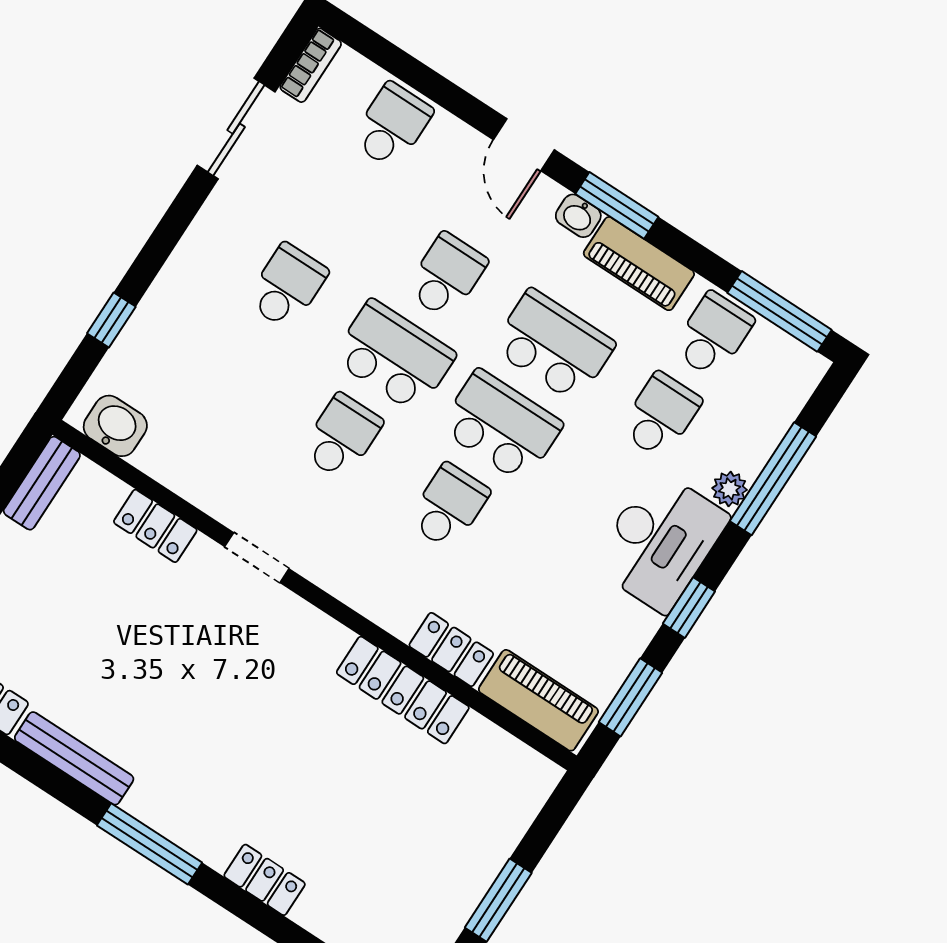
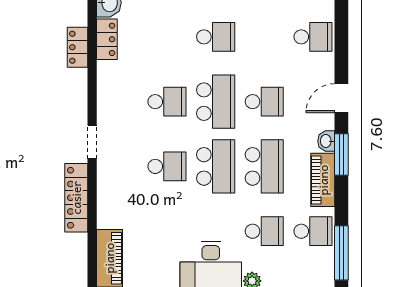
doorway: (257, 558) -> (92, 142), moved
locker: (451, 650) -> (107, 39), moved

